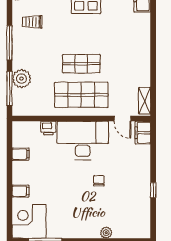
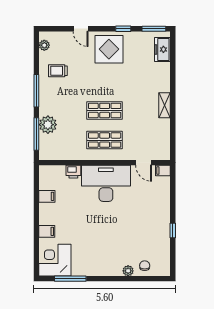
shop shelf: (81, 95) -> (105, 140), width x0.70, depth x0.74
shelving: (145, 101) -> (165, 105), moved
filing cabinet: (143, 133) -> (163, 171), width x0.50
chair: (99, 181) -> (145, 266), moved

